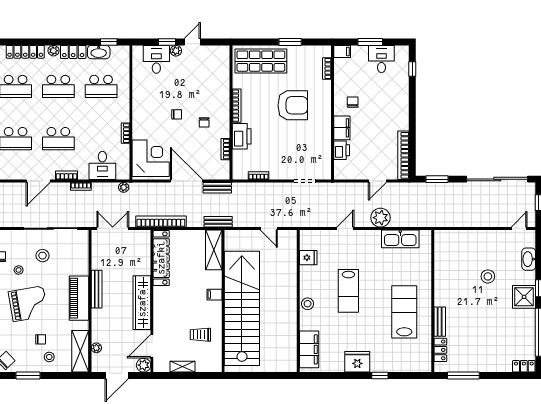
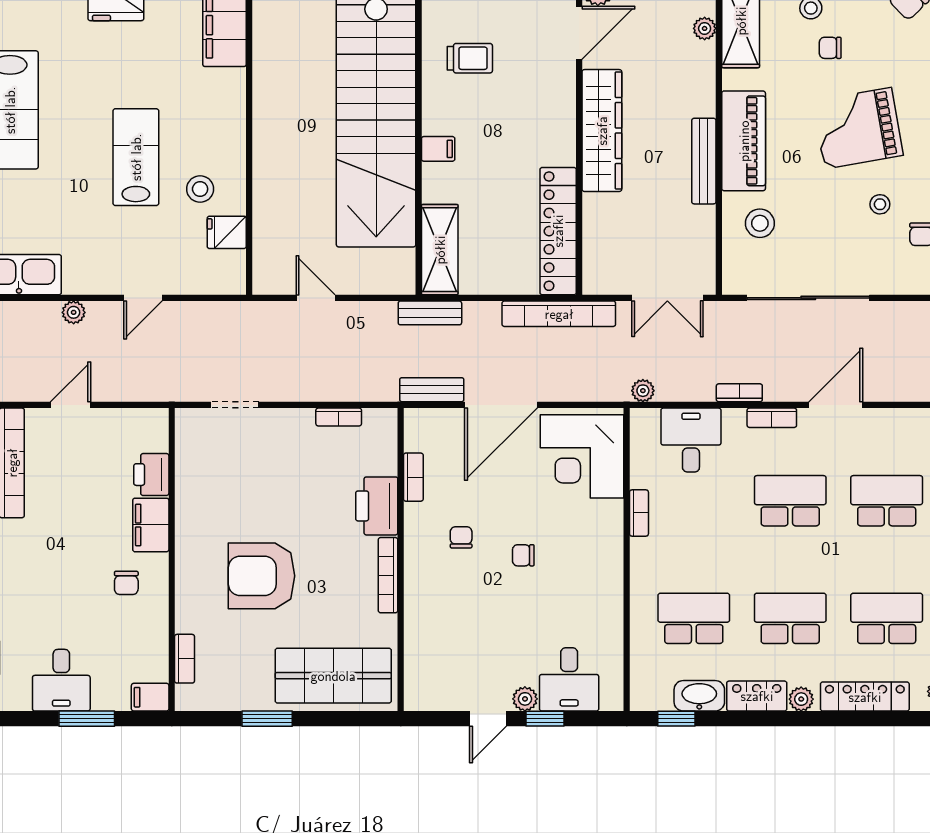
door: (187, 181) -> (501, 405), hinge flipped
plant: (380, 218) -> (74, 312), width x0.53, depth x0.53
stool: (43, 256) -> (760, 223), moved
stool: (308, 304) -> (200, 189), moved

